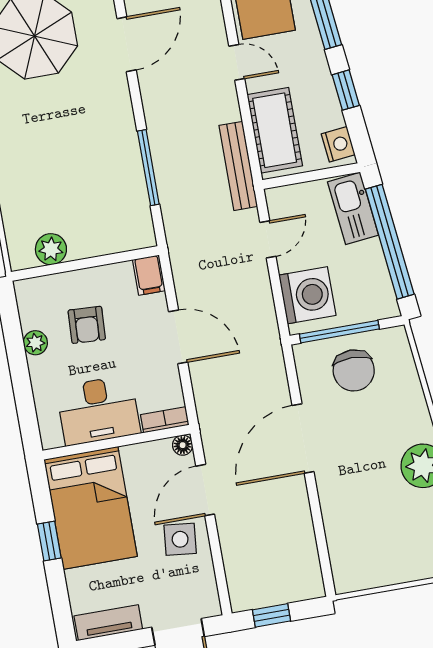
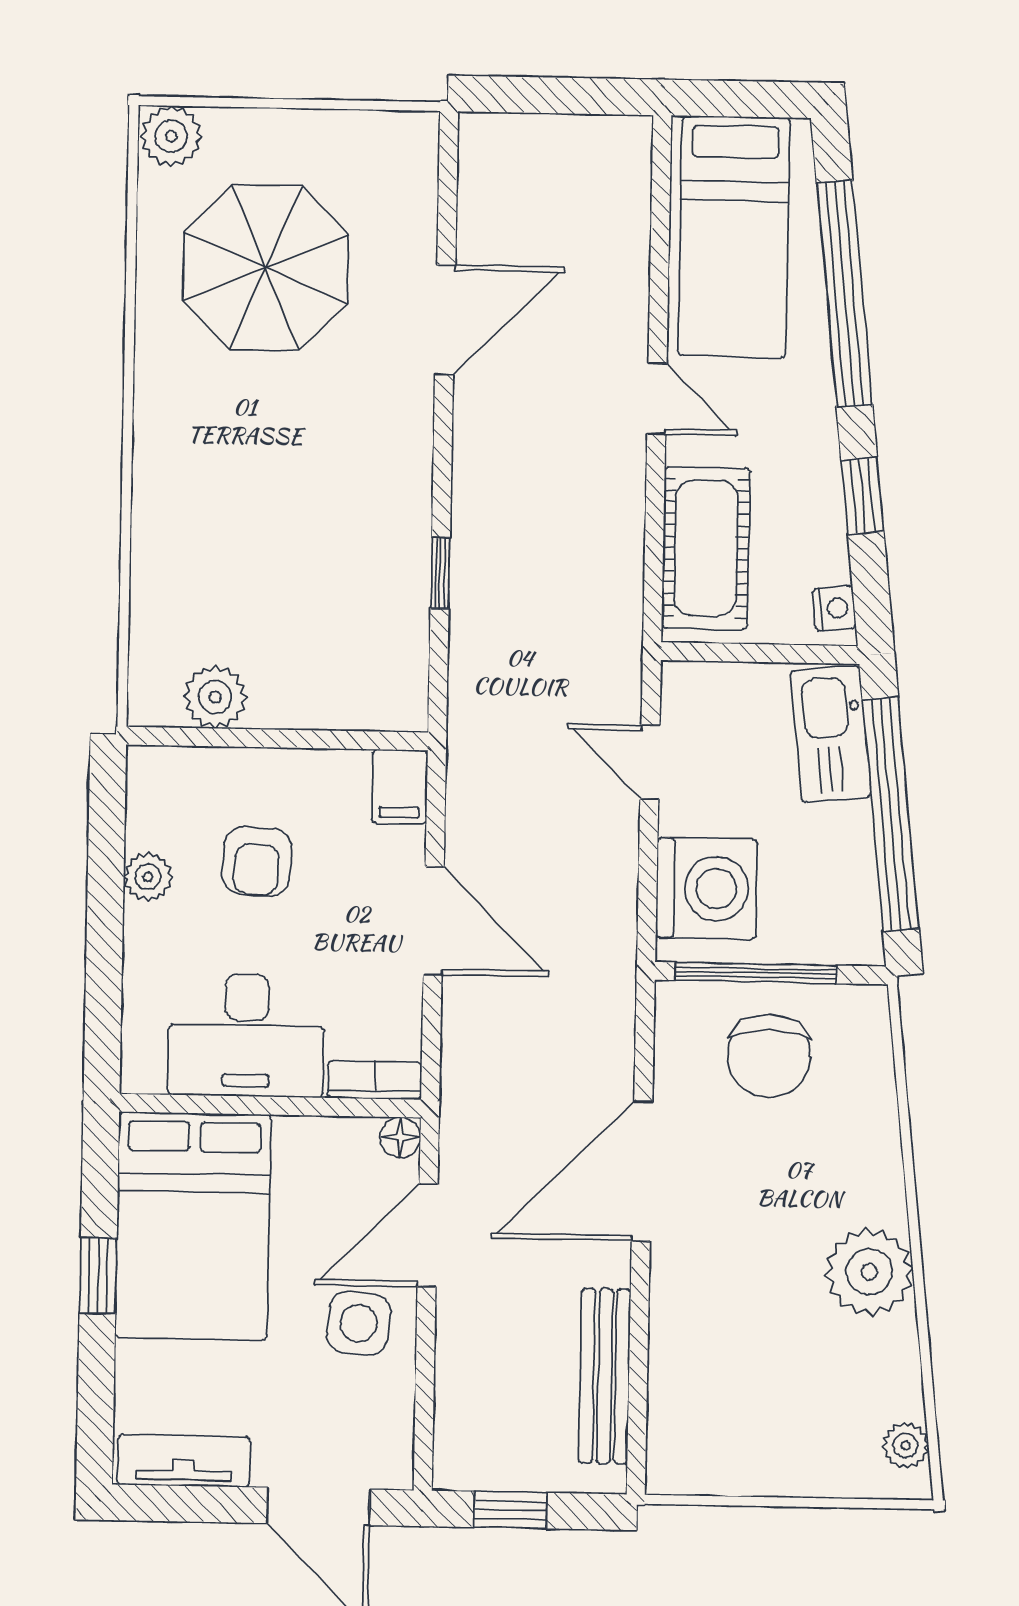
nightstand: (338, 144) -> (834, 608), width x0.72, depth x0.74
bench: (238, 166) -> (605, 1376), moved
window: (148, 168) -> (440, 573), width x0.46
door: (268, 239) -> (650, 762), swing flipped

